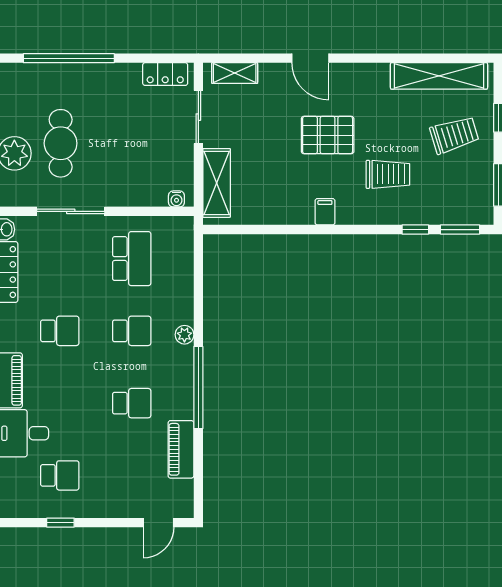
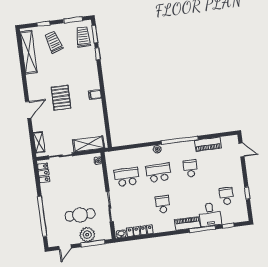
trolley: (388, 174) -> (83, 37), moved
school desk: (132, 331) -> (159, 173), width x1.85

